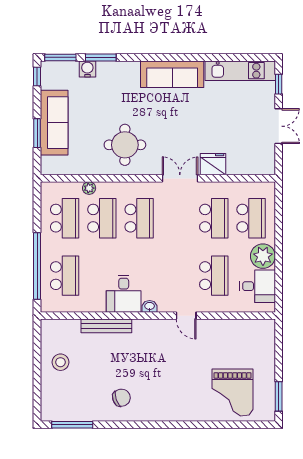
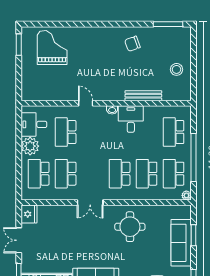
fridge: (213, 164) -> (29, 214), moved, turned -90
plant: (89, 188) -> (186, 195), moved
window: (37, 266) -> (193, 157), moved

